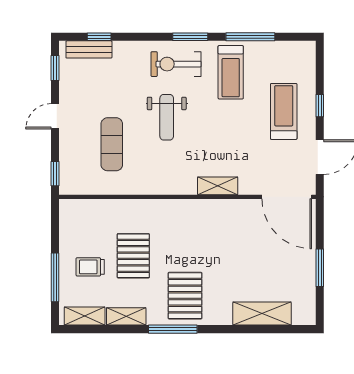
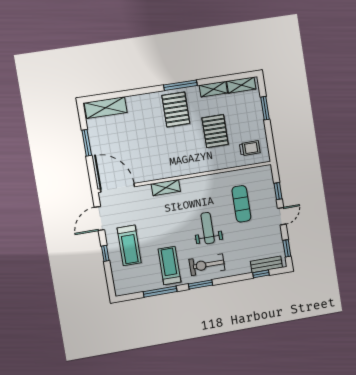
exercise bike: (176, 64) -> (207, 265), turned 180
window: (55, 174) -> (278, 191), moved
trolley: (90, 267) -> (250, 148), moved
window: (55, 277) -> (265, 108), width x0.69
shelving: (262, 314) -> (106, 108), moved

